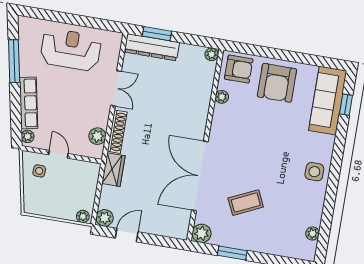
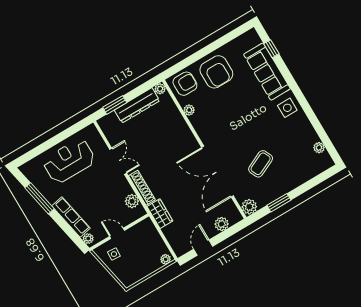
dresser: (152, 47) -> (137, 105), moved
sofa: (328, 101) -> (267, 72), moved
plant: (105, 218) -> (222, 224), moved

